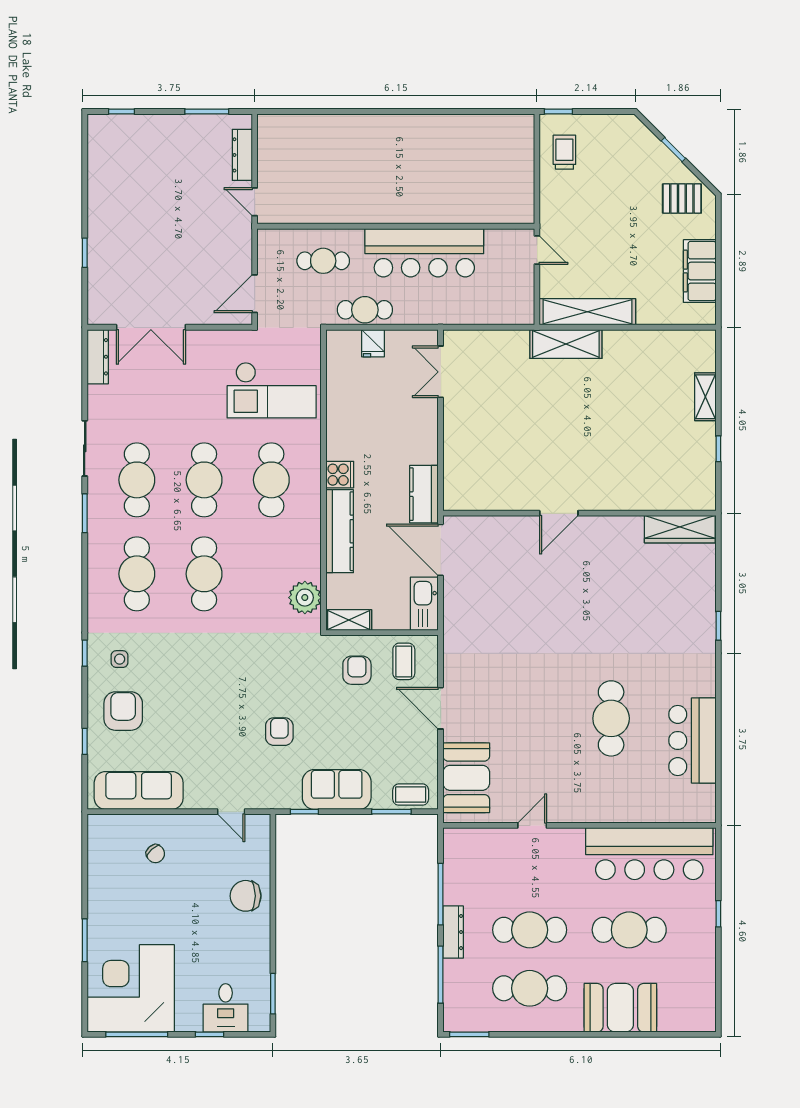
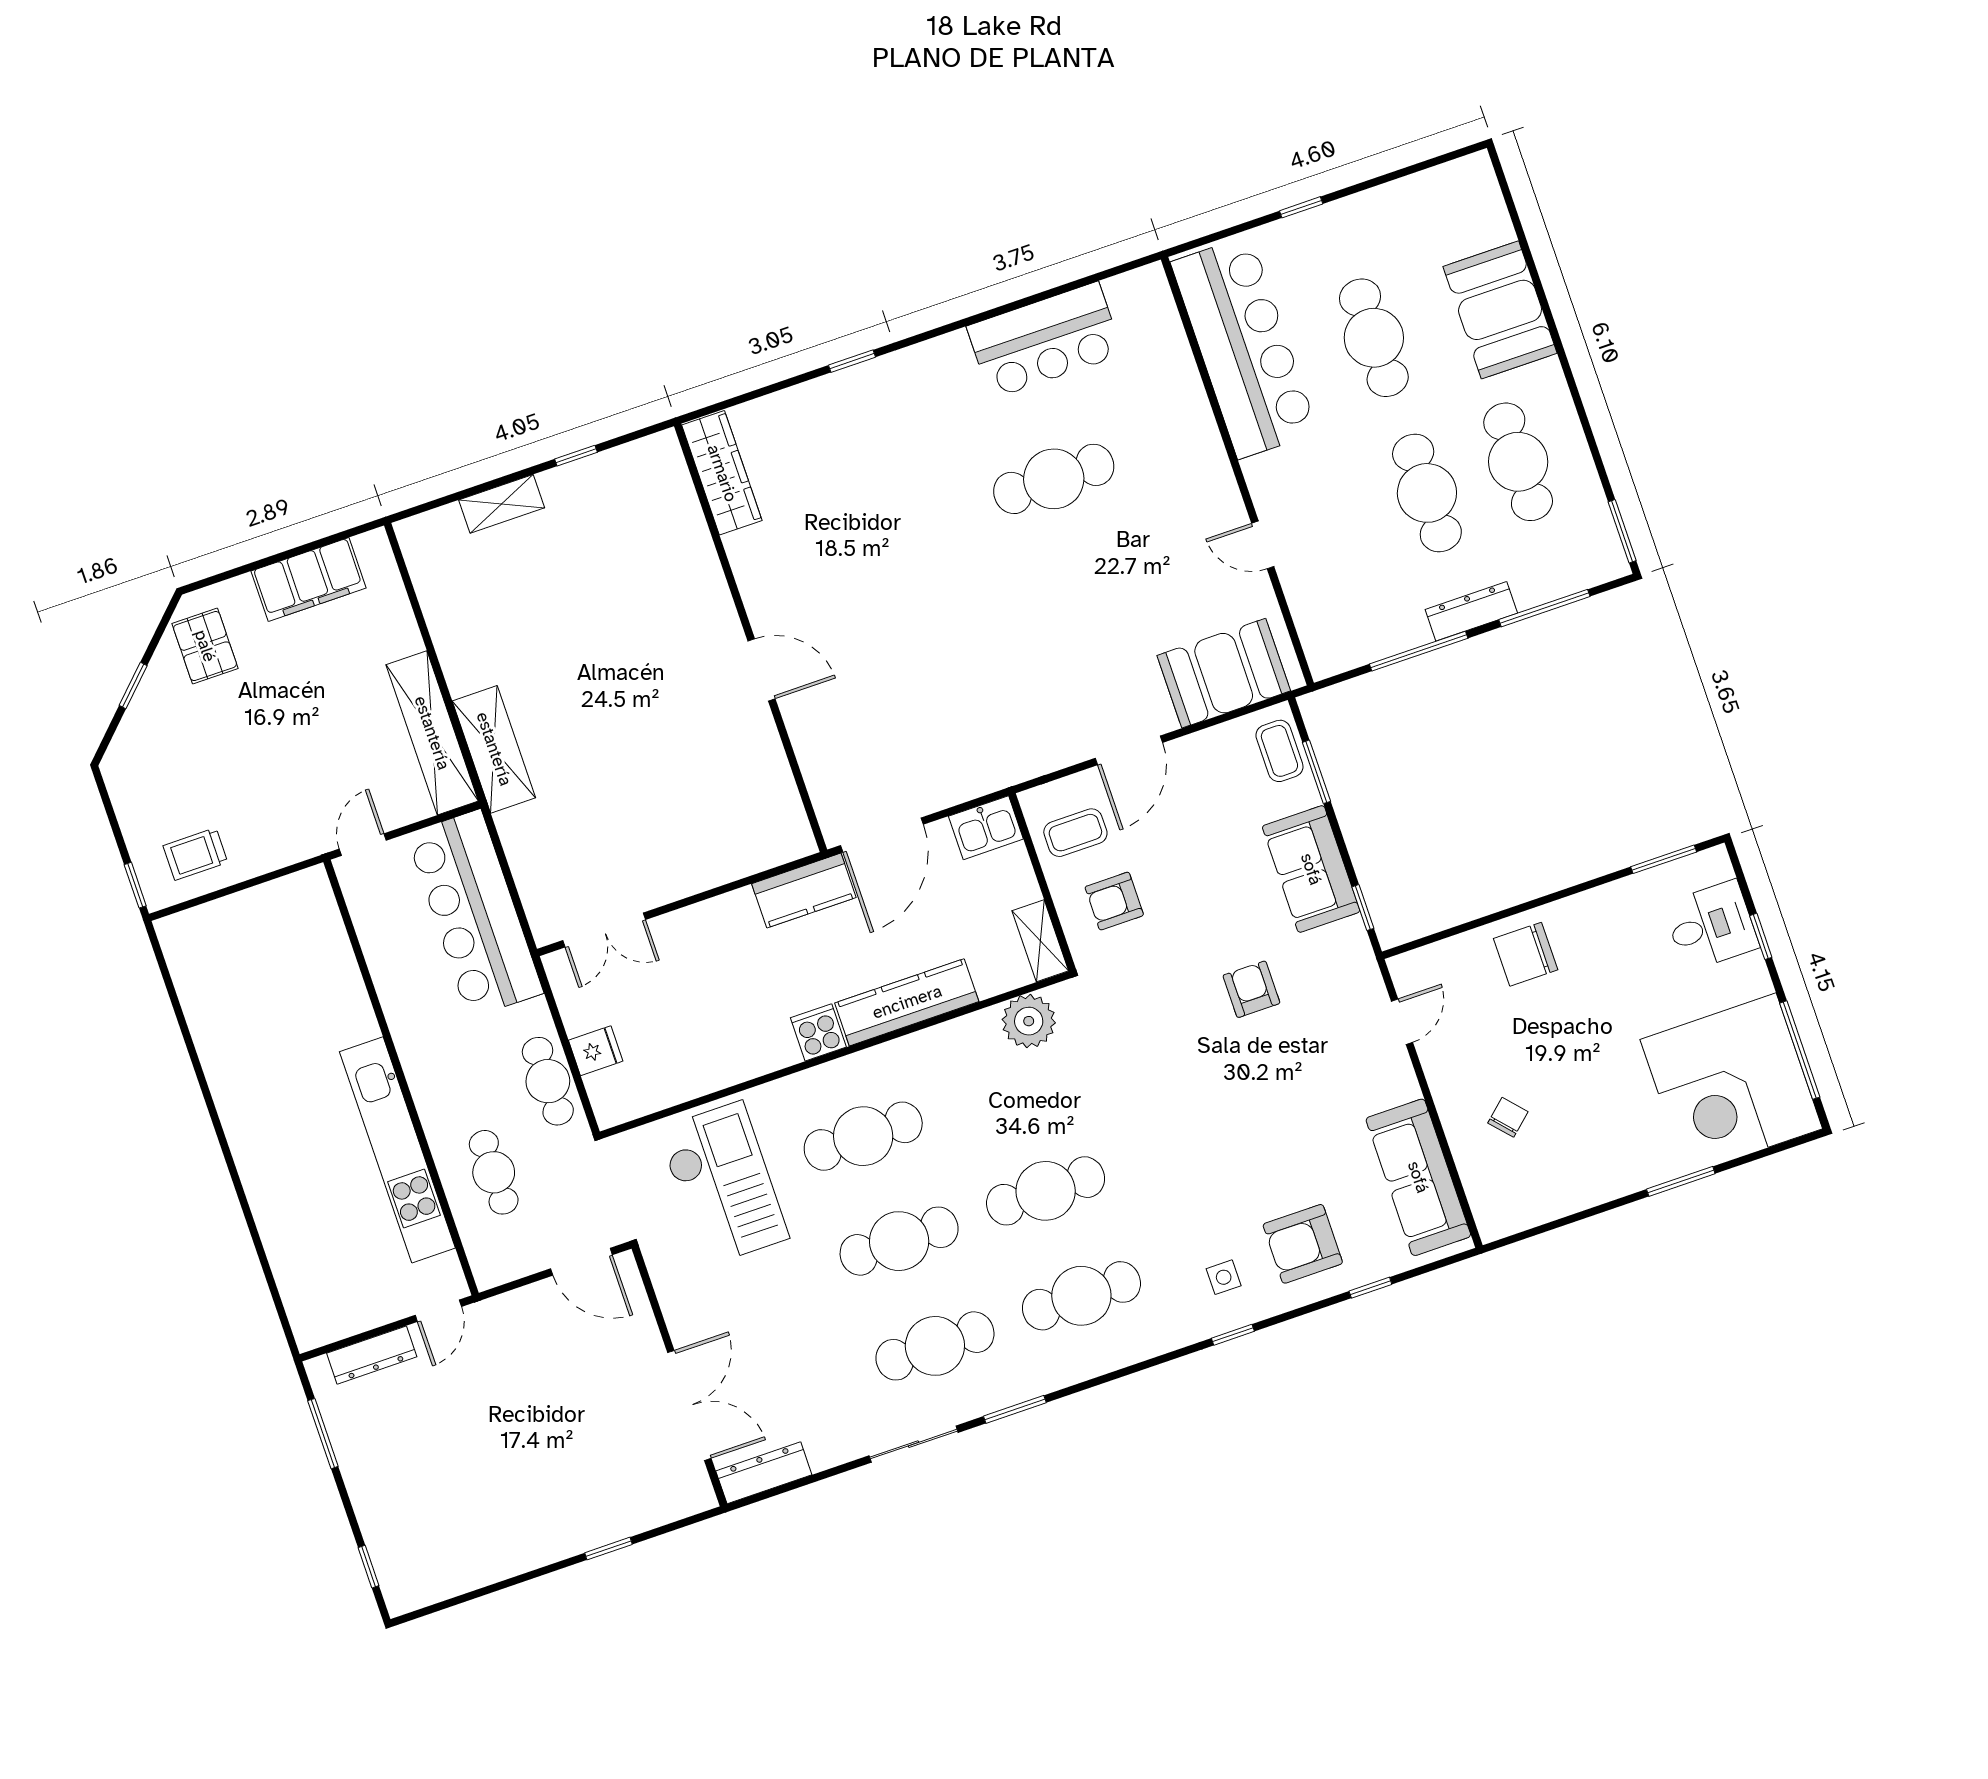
kitchen unit: (355, 210) -> (397, 1150), added
bar counter: (424, 253) -> (475, 914), moved, turned 180
kitchen sink: (424, 604) -> (986, 828), width x0.73
armchair: (279, 732) -> (1251, 989), turned 90
chair: (246, 896) -> (1526, 954), turned 90

